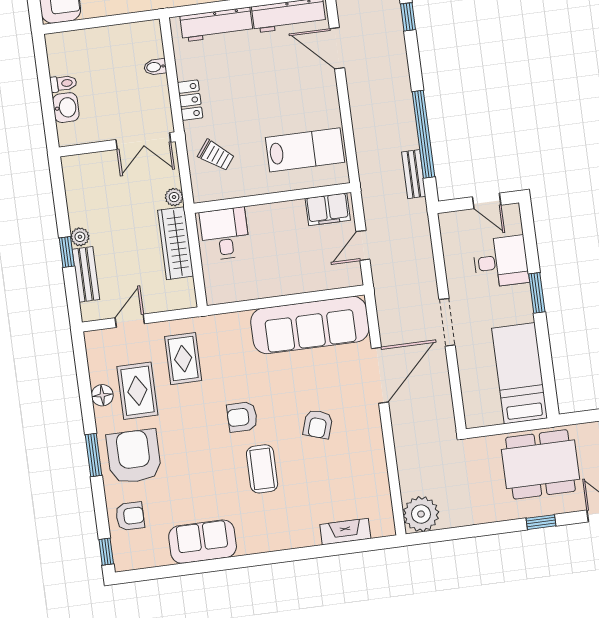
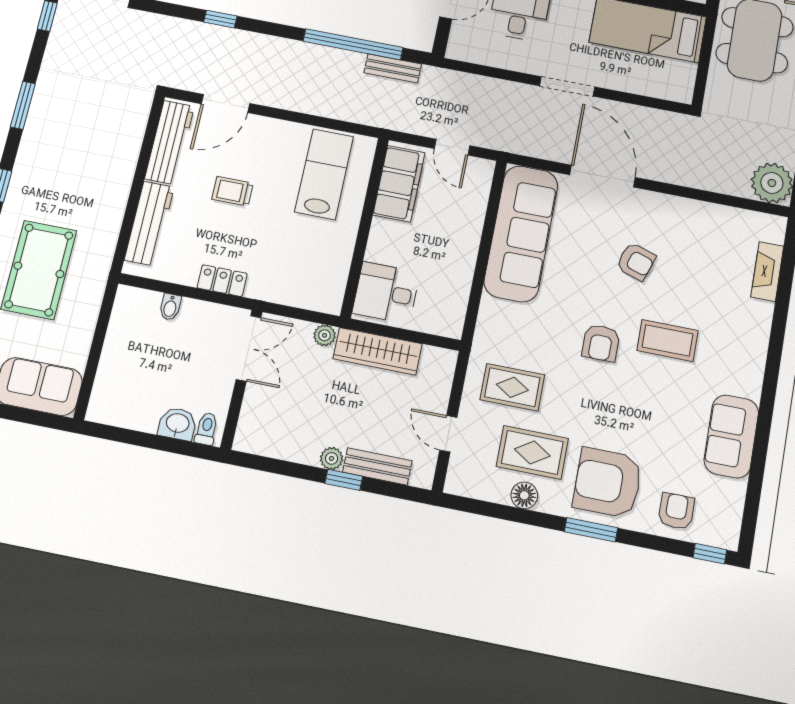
toilet: (63, 83) -> (206, 429), moved
trolley: (216, 155) -> (232, 191), moved, turned -127
filing cabinet: (328, 209) -> (399, 184), width x1.50, depth x1.17

